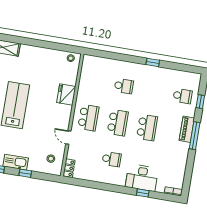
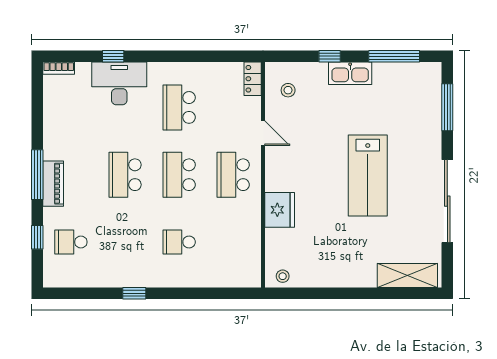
school desk: (112, 159) -> (179, 107), width x1.85

